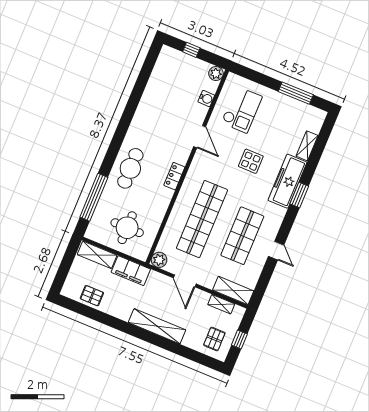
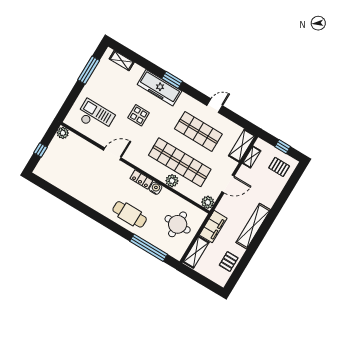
water cooler: (206, 98) -> (156, 188), moved
shelving: (307, 146) -> (122, 61), moved
plant: (178, 213) -> (172, 181), added
shelving: (157, 326) -> (253, 226), moved

